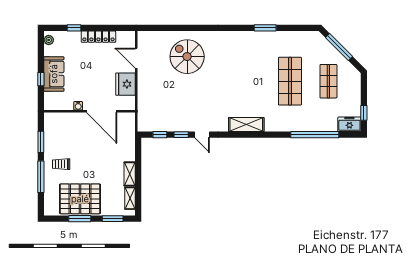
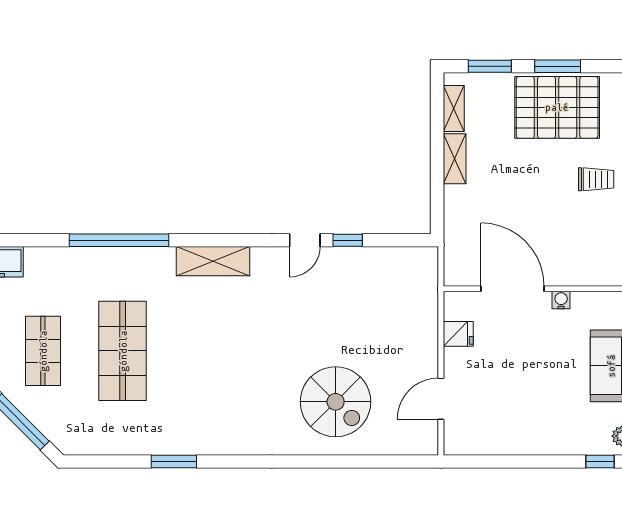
window: (74, 28) -> (600, 462), moved
locker: (98, 37) -> (519, 443), removed
door: (136, 58) -> (441, 399), swing flipped
fridge: (125, 84) -> (458, 334), width x0.53, depth x0.75
window: (160, 135) -> (392, 240), removed
door: (202, 135) -> (305, 240), swing flipped
window: (315, 135) -> (119, 240), moved

